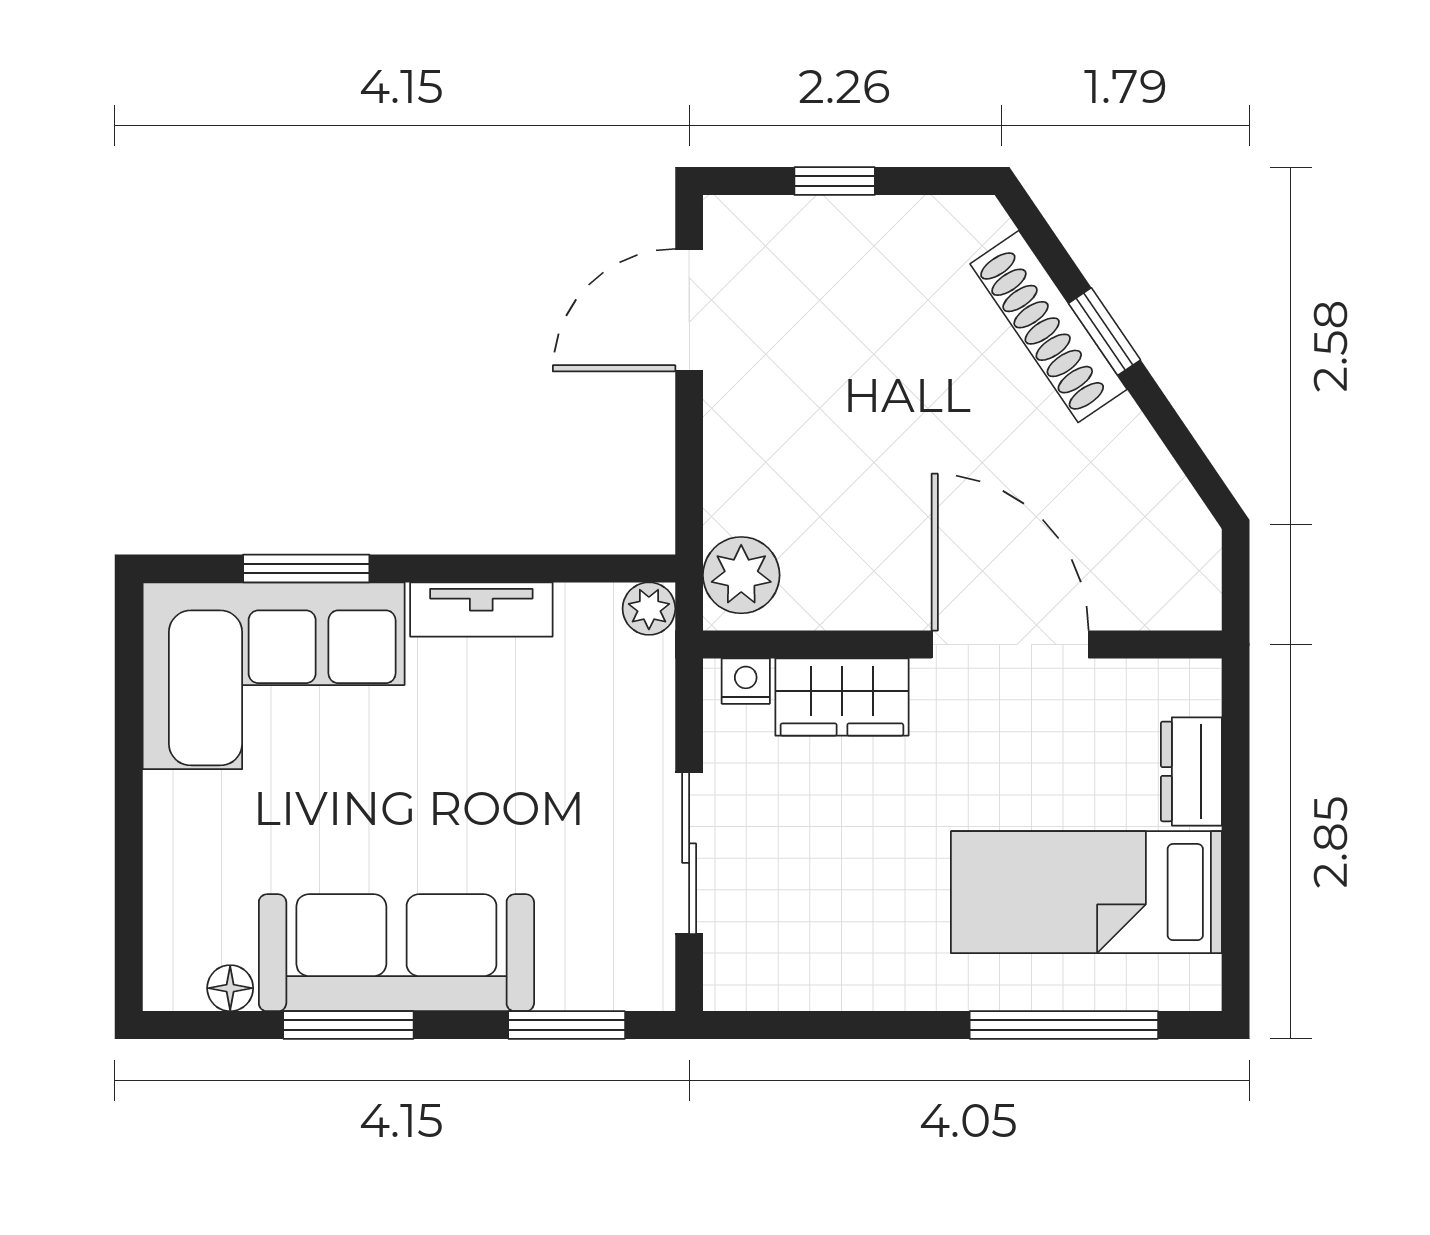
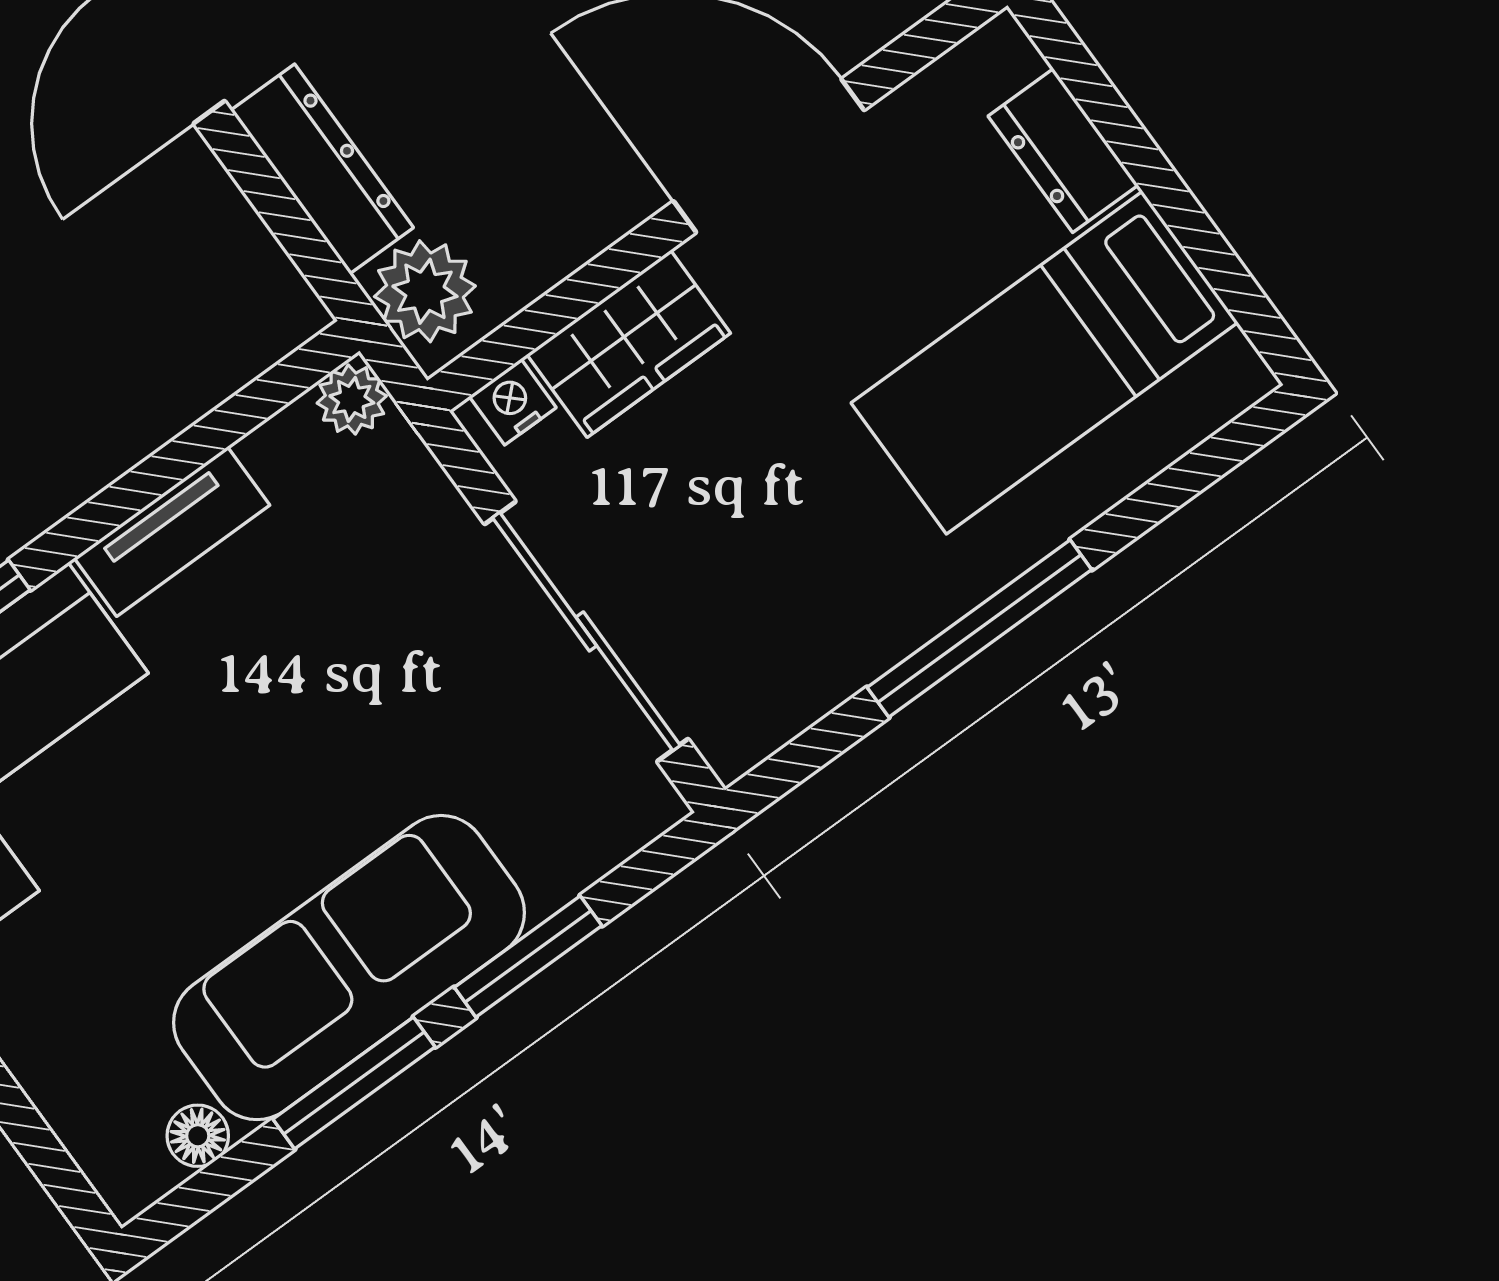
dresser: (733, 455) -> (322, 169), added
sliding door: (689, 853) -> (586, 631), width x1.37
window: (567, 1025) -> (528, 956), moved
window: (1064, 1025) -> (979, 629), moved

